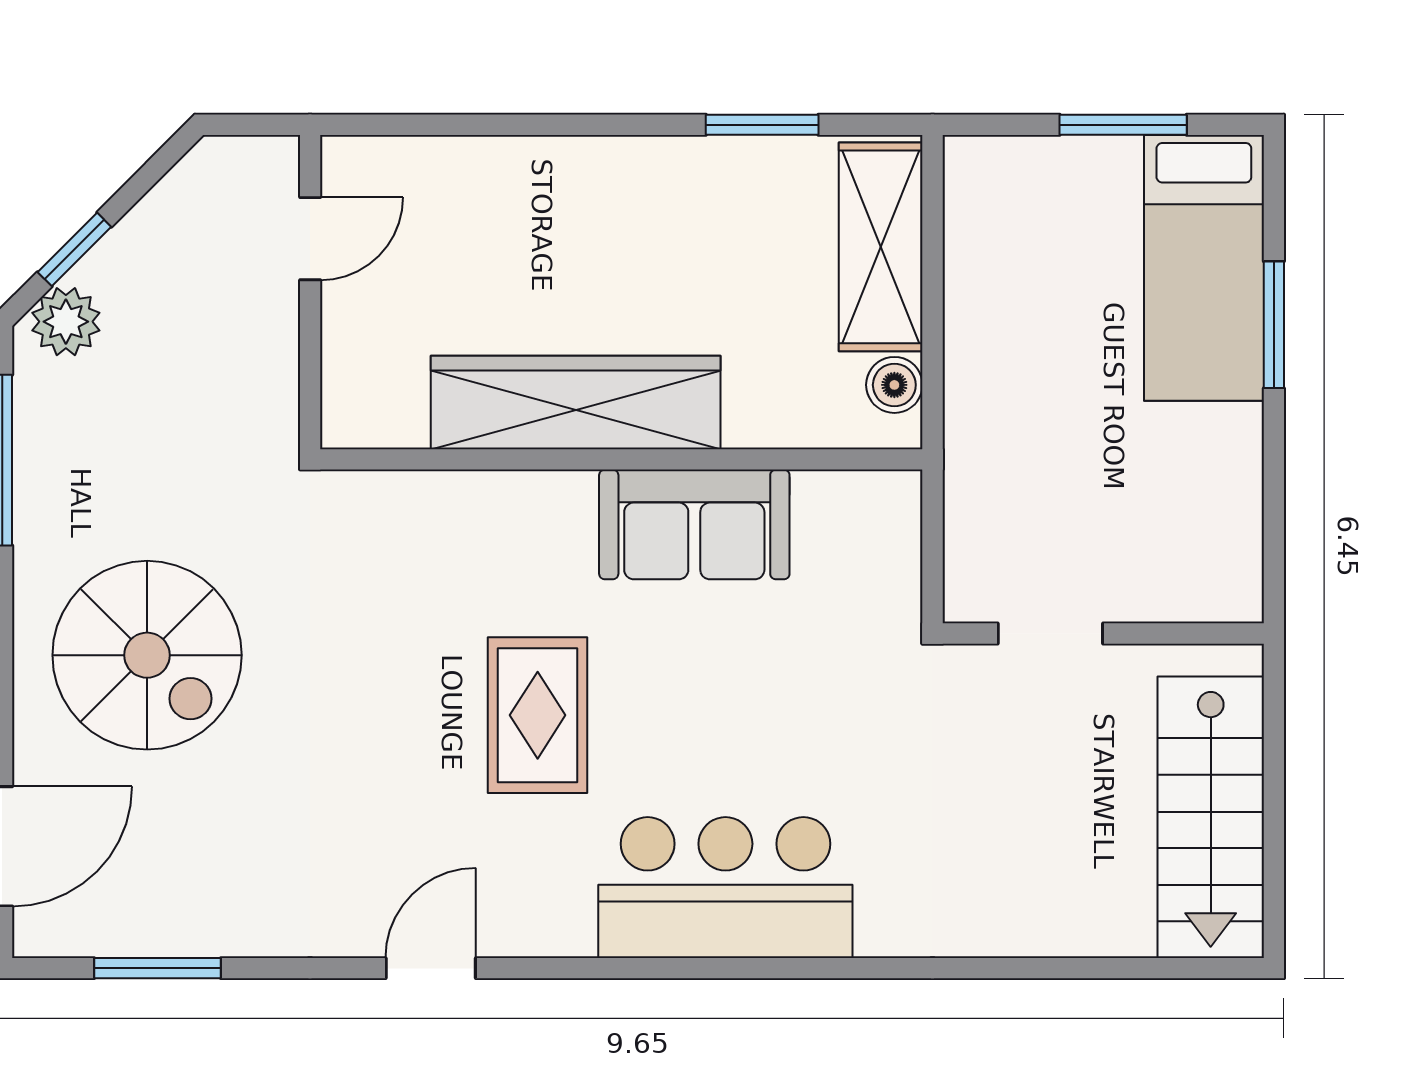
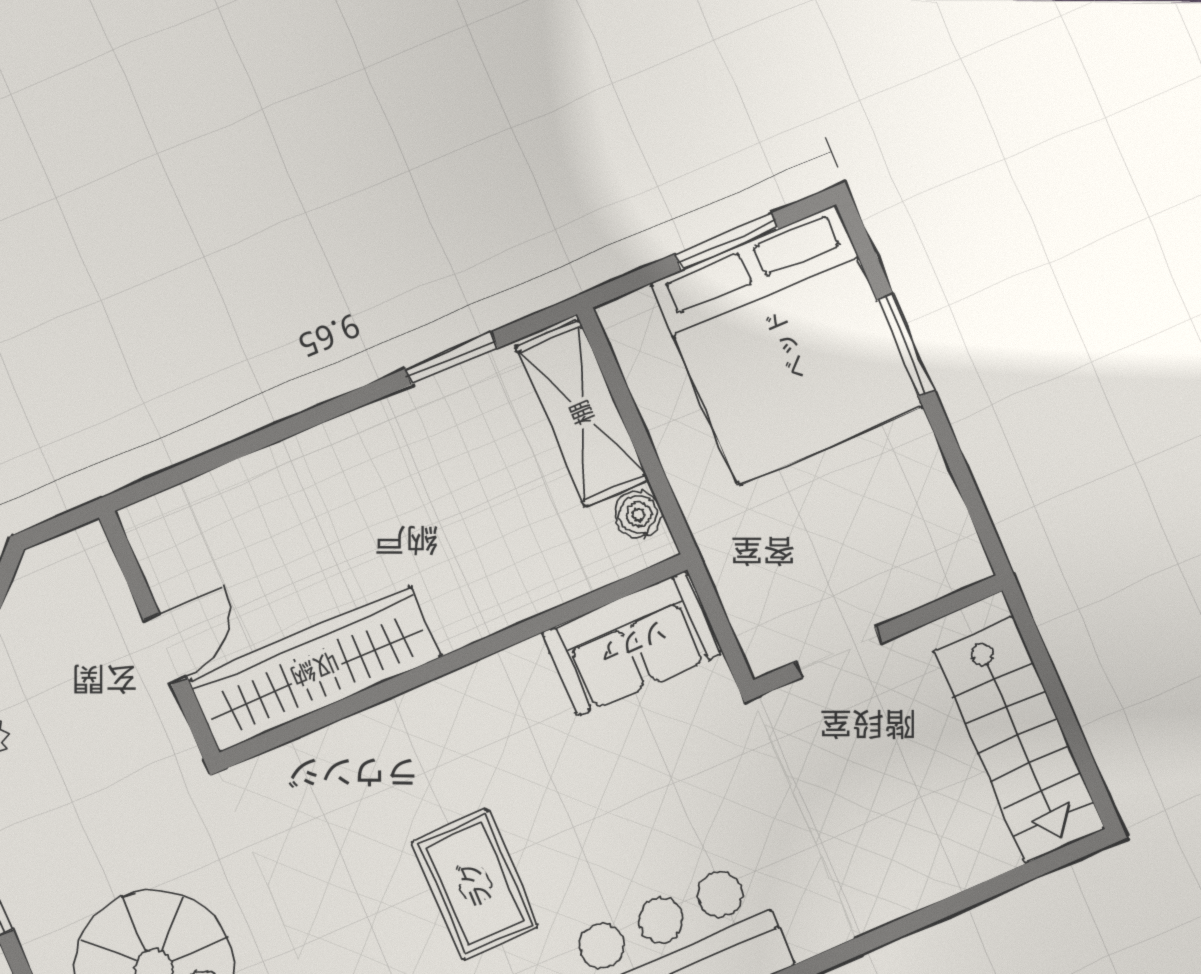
door: (310, 239) -> (165, 649), moved
bed: (1204, 268) -> (787, 345), width x2.04
wardrobe: (576, 403) -> (315, 669), moved
sofa: (694, 524) -> (632, 643), moved

